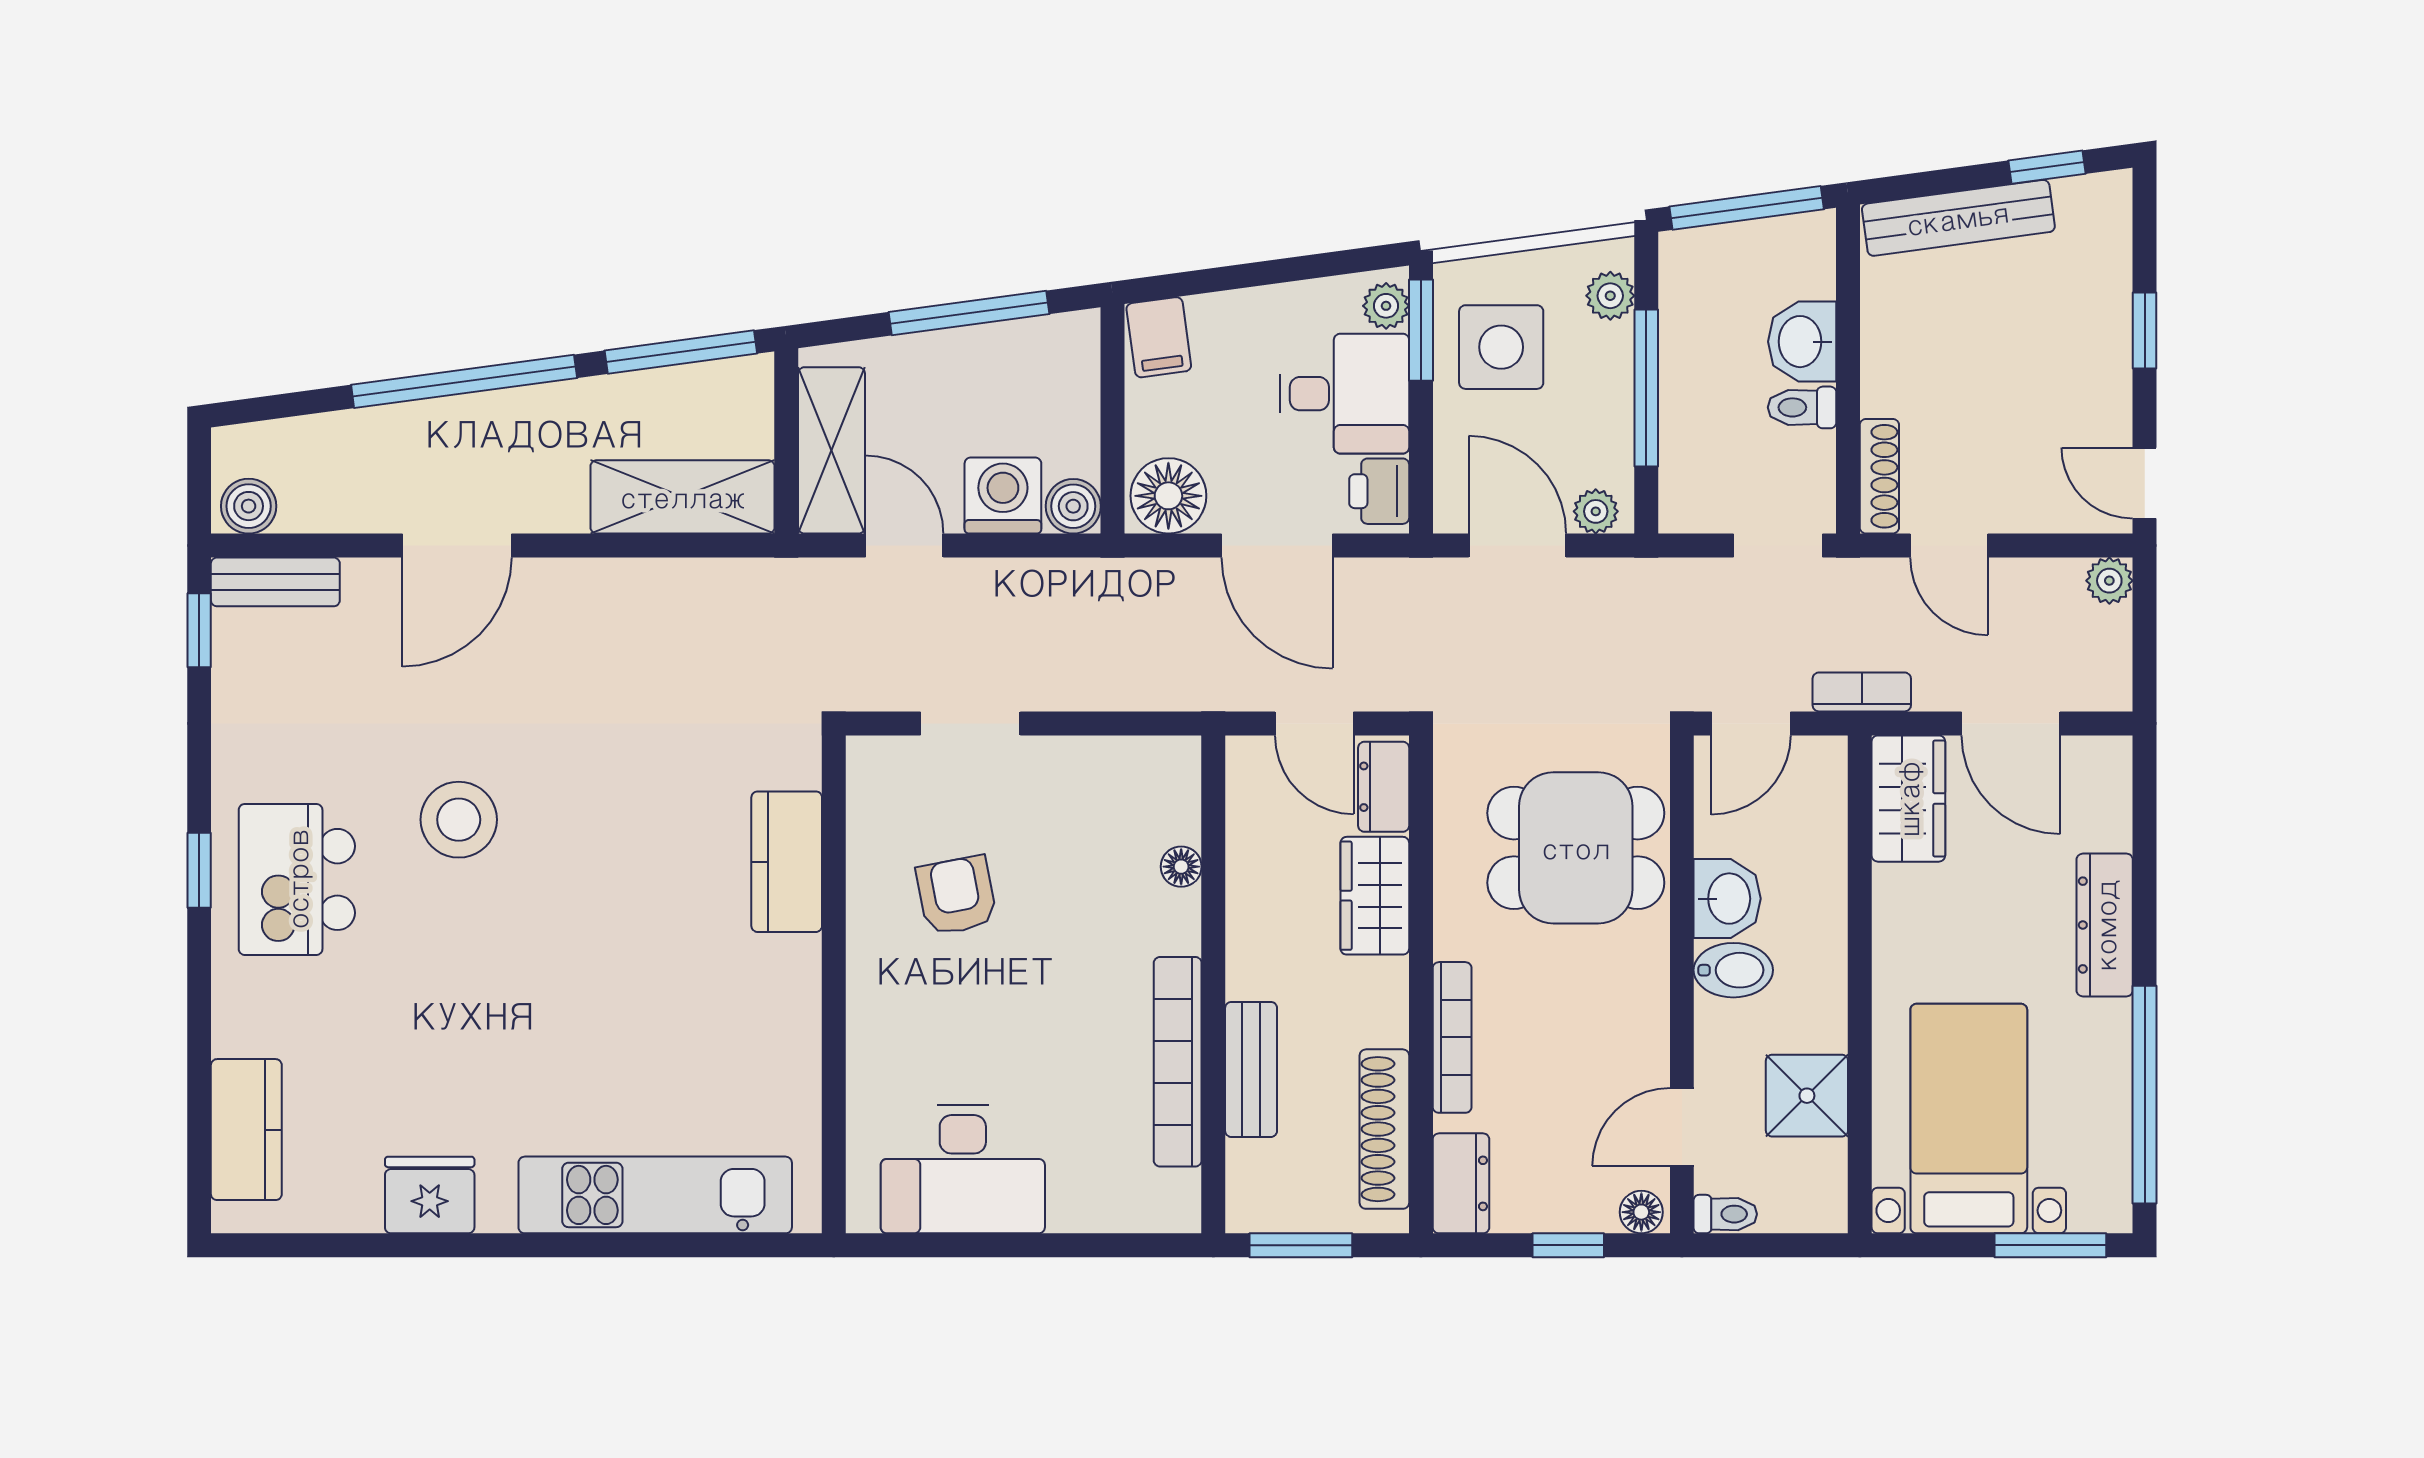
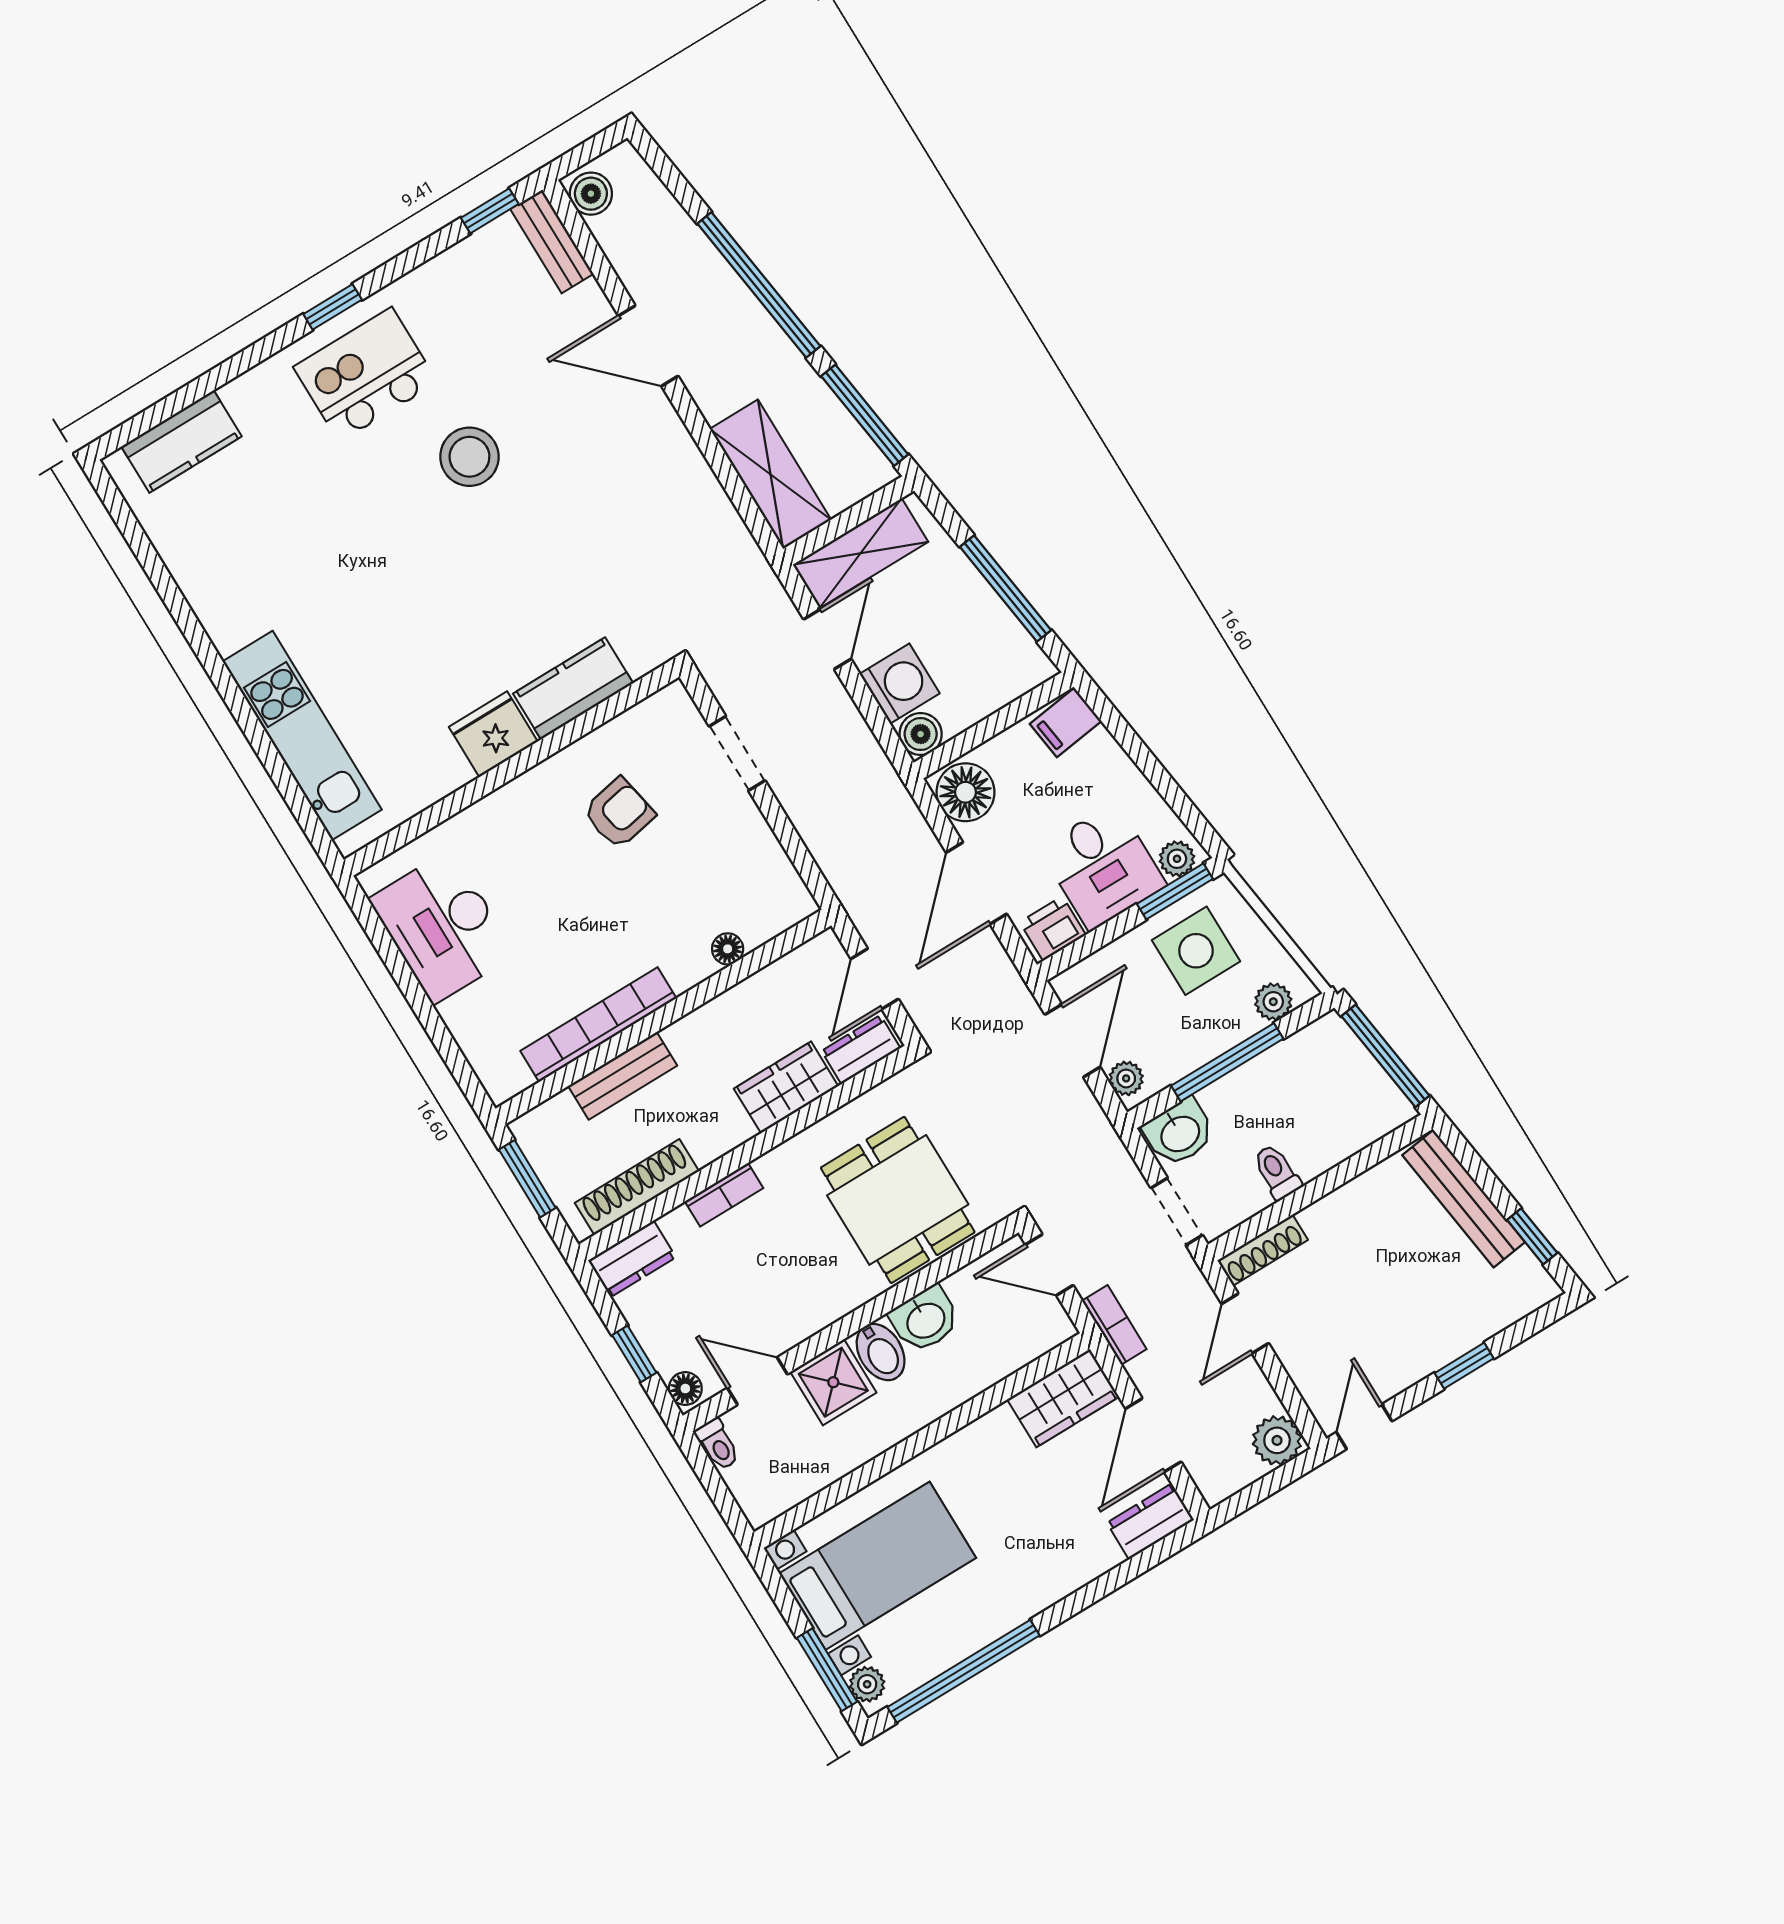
washbasin: (1802, 342) -> (1179, 1133), moved, turned 180
plant: (2109, 581) -> (1277, 1440), width x1.38, depth x1.38
dresser: (2105, 925) -> (1150, 1521), moved, width x0.70
bookcase: (1452, 1037) -> (724, 1195), width x0.64
shower: (1807, 1096) -> (833, 1382), moved
fridge: (430, 1195) -> (493, 734), moved, turned -90
plant: (2094, 1211) -> (867, 1684), added

